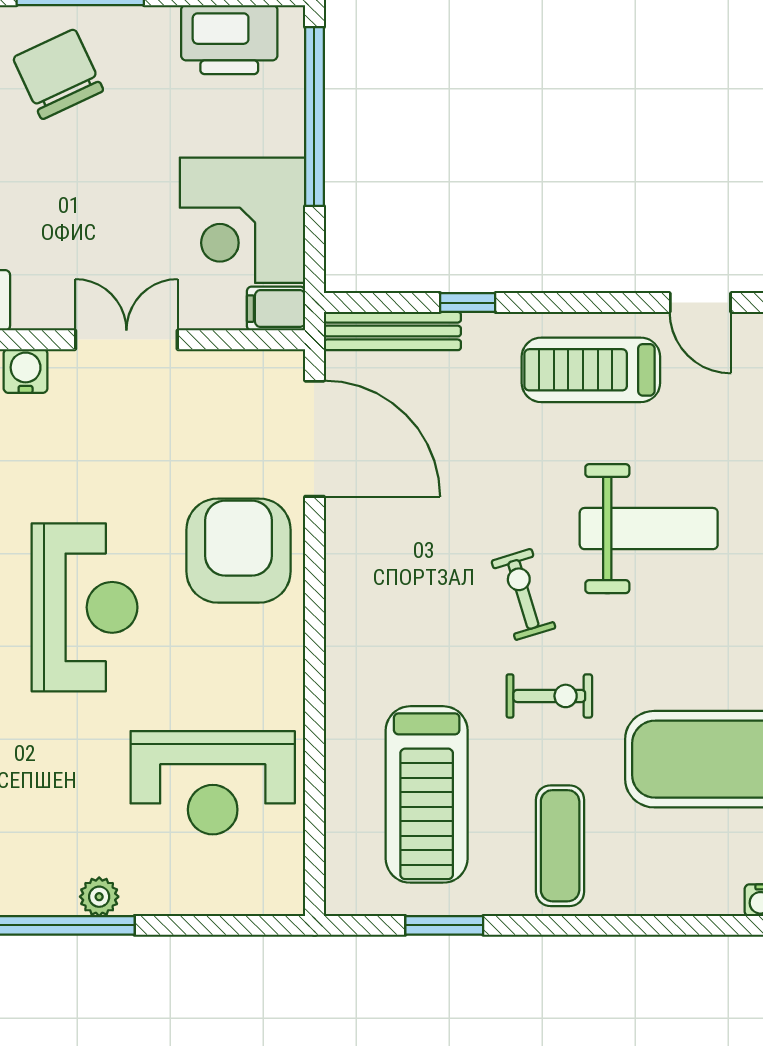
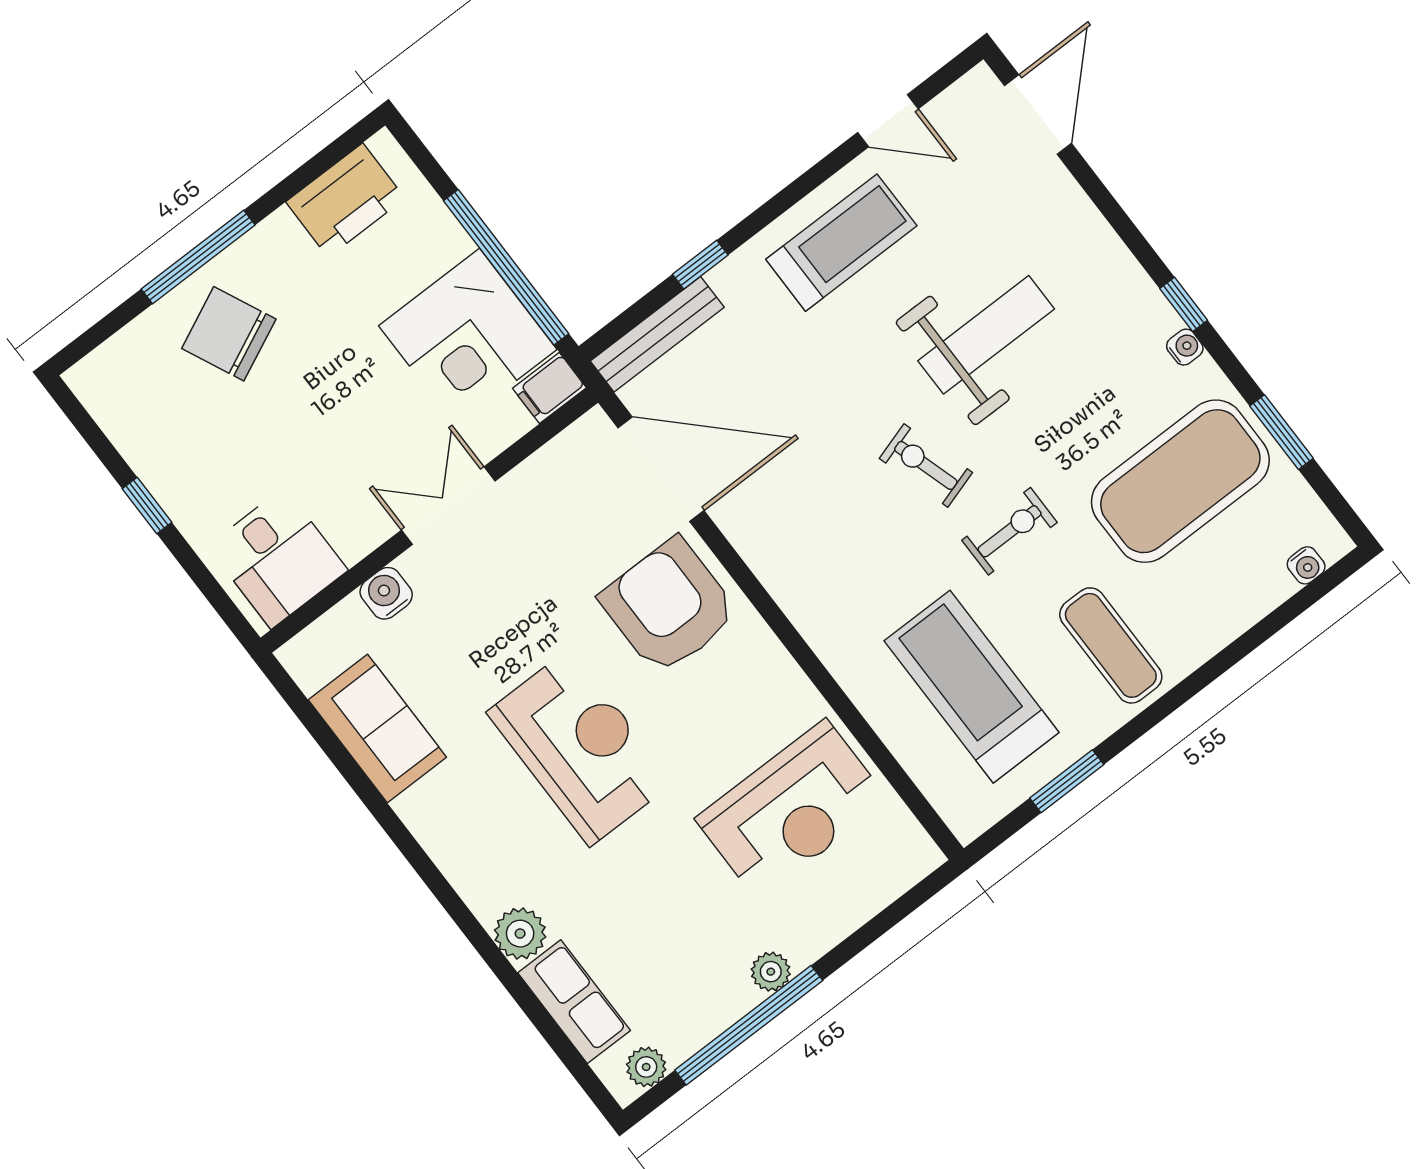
window: (314, 117) -> (506, 267), moved
treadmill: (591, 370) -> (841, 243), turned 180
treadmill: (427, 794) -> (972, 687), turned 180

